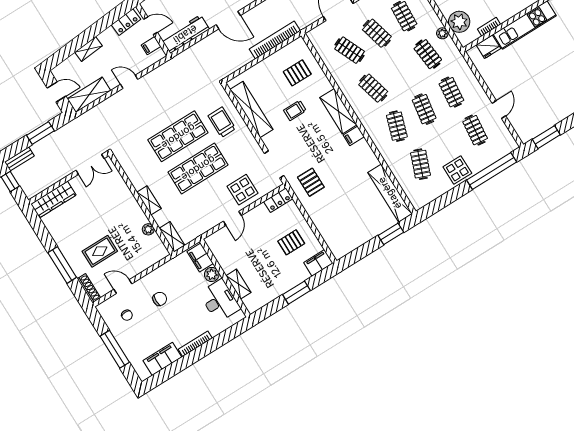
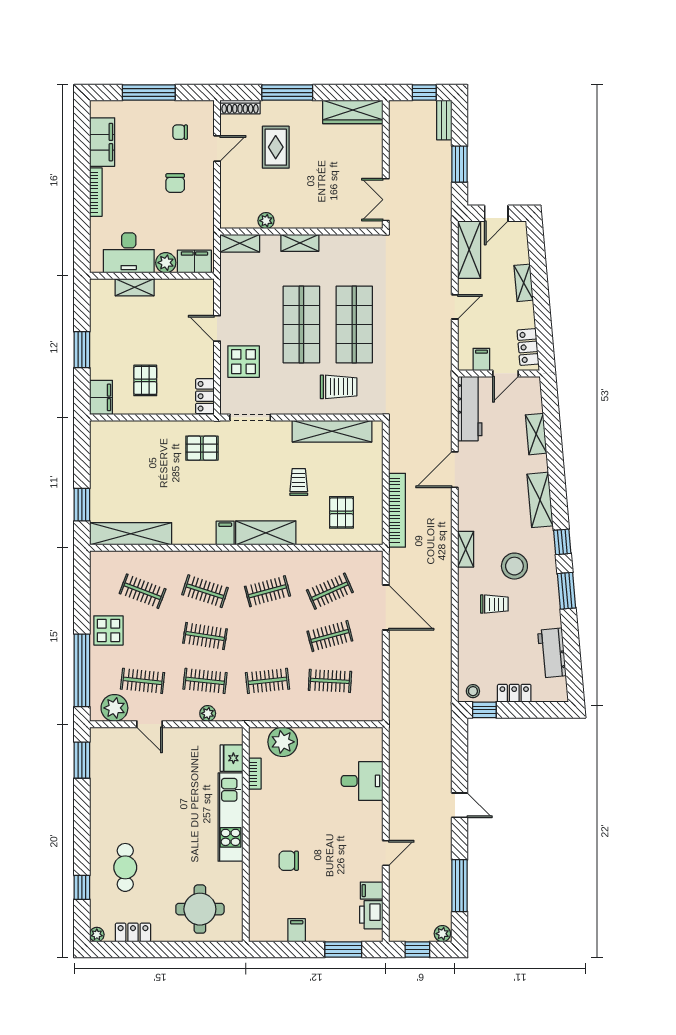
plant: (442, 33) -> (208, 713), moved
plant: (502, 137) -> (114, 708), added
wardrobe: (53, 200) -> (353, 112), moved, turned -90

